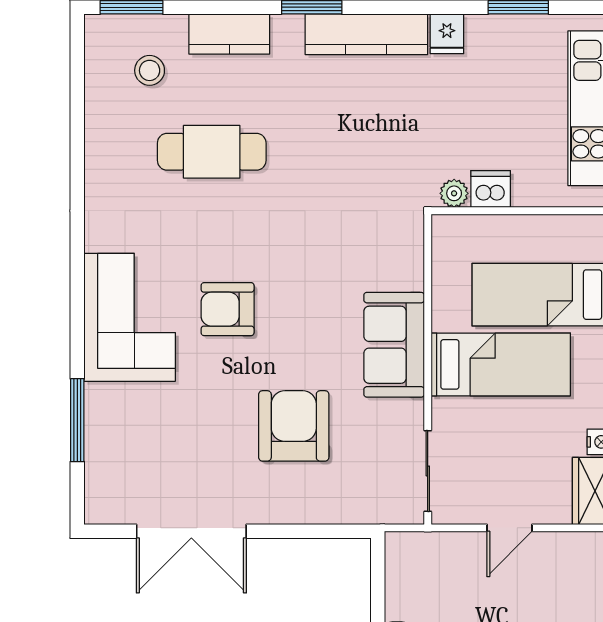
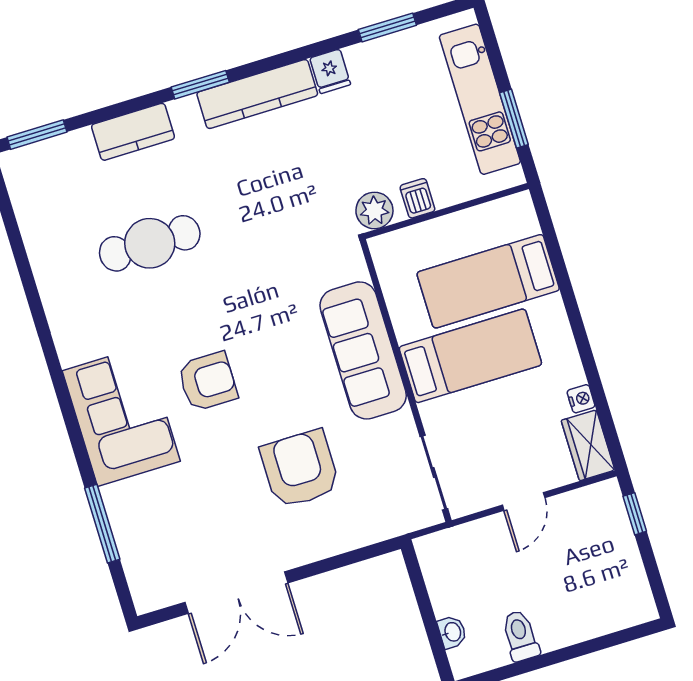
stool: (150, 70) -> (71, 187), removed
dishwasher: (491, 189) -> (417, 198), width x0.73
plant: (454, 193) -> (374, 210), width x1.38, depth x1.38
armchair: (228, 309) -> (208, 381), turned 180
sofa: (394, 345) -> (363, 350), width x1.36

